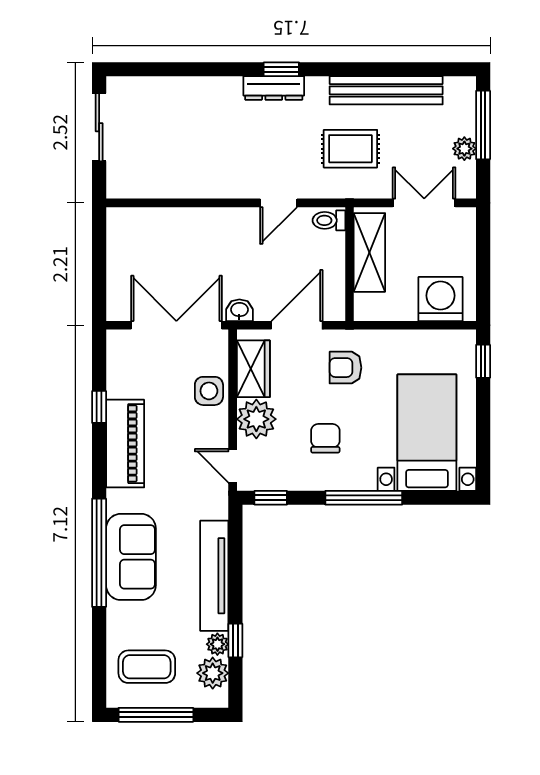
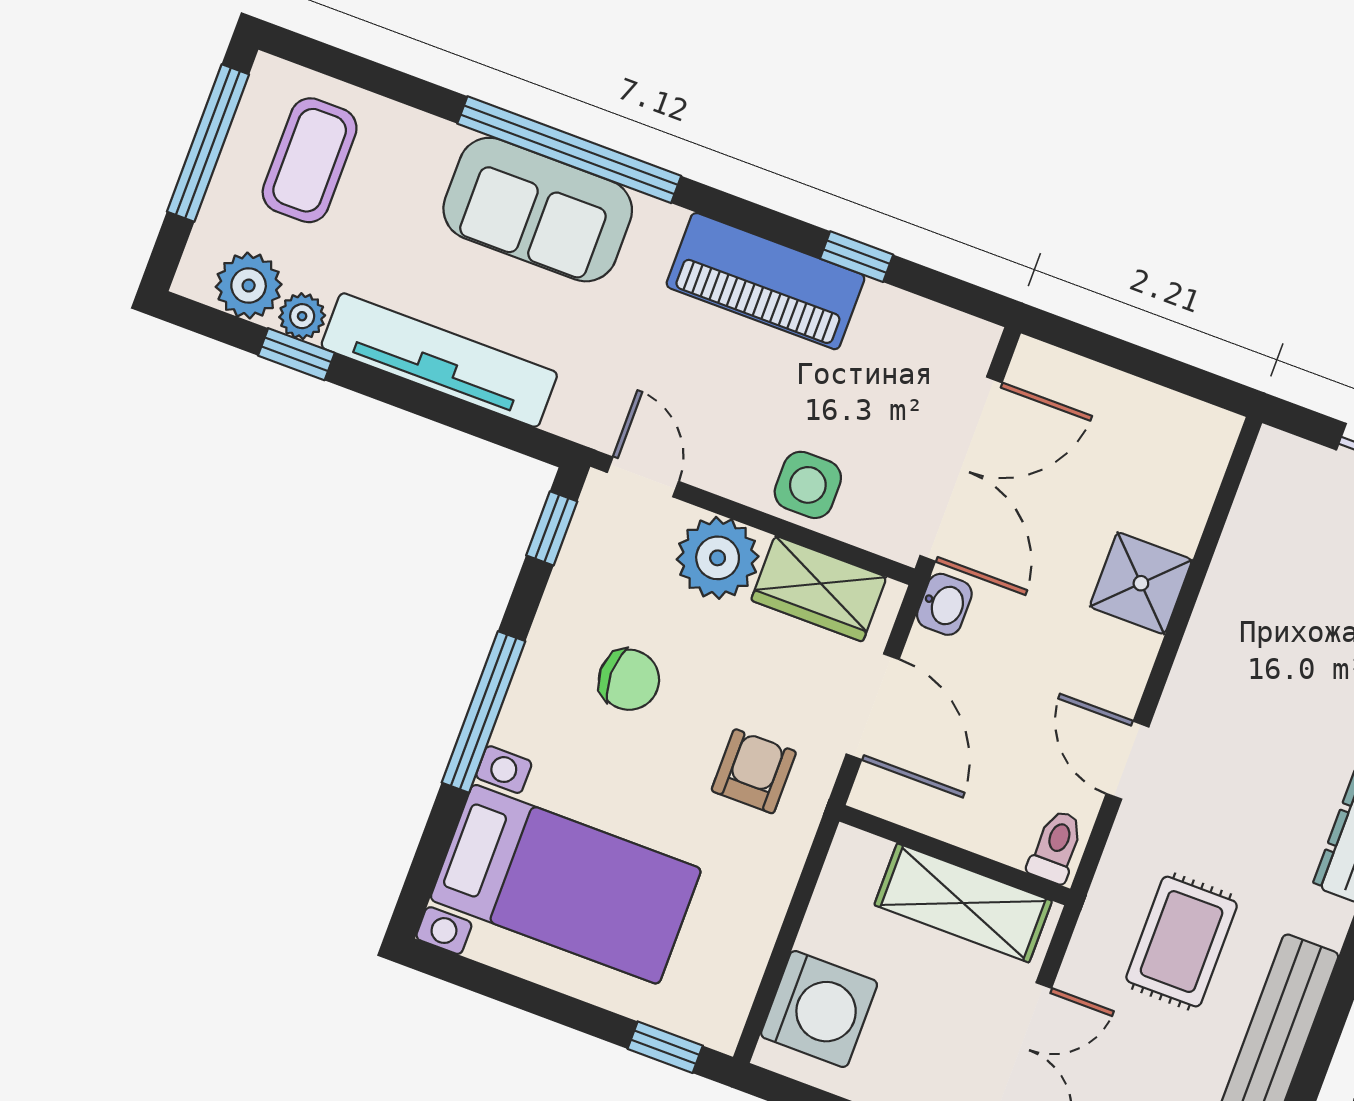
shower: (197, 226) -> (1141, 583), added
door: (233, 466) -> (643, 477), hinge flipped

